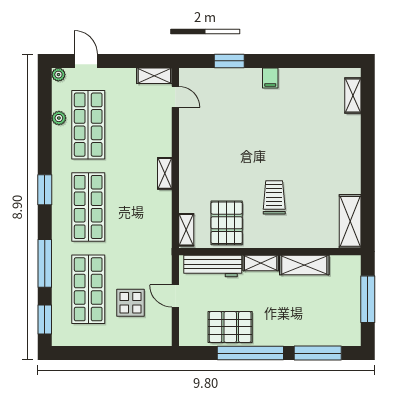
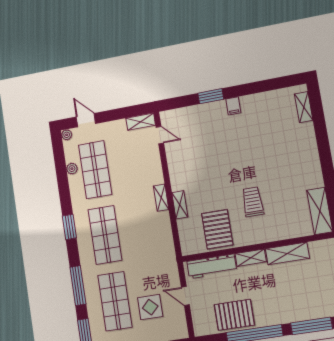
window: (229, 61) -> (211, 96), moved
shelving: (186, 230) -> (180, 205), moved

